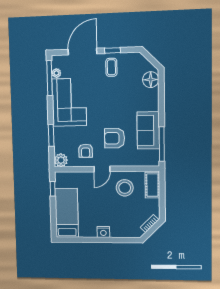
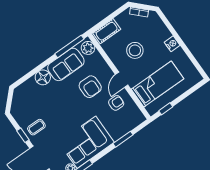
floor lamp: (151, 80) -> (43, 77), moved
plant: (61, 160) -> (88, 48), moved
door: (102, 169) -> (122, 80), swing flipped
stool: (125, 188) -> (135, 50), moved
bed: (67, 213) -> (157, 84), moved, turned 180

